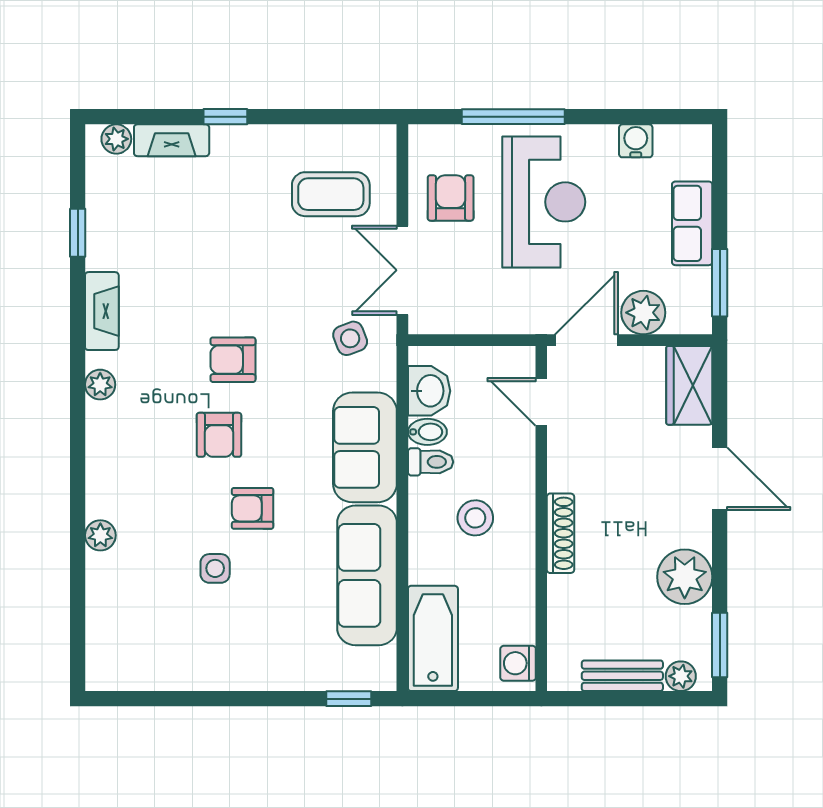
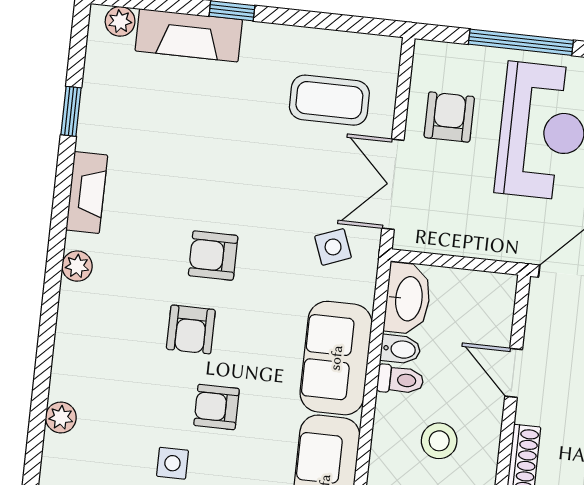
fireplace: (172, 140) -> (189, 35), width x1.37, depth x1.32
washbasin: (429, 391) -> (408, 299), width x1.38
door: (541, 402) -> (514, 373), moved

